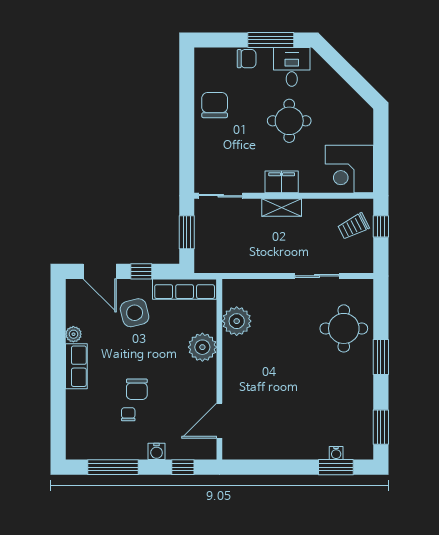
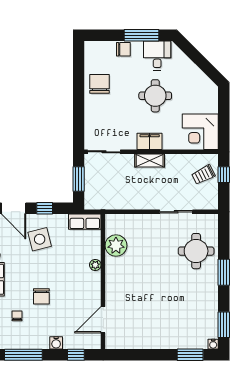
row of seats: (185, 289) -> (85, 222), width x0.68
plant: (202, 347) -> (95, 265), width x0.53, depth x0.53
chair: (128, 414) -> (17, 316), moved
water cooler: (336, 453) -> (213, 344), moved

